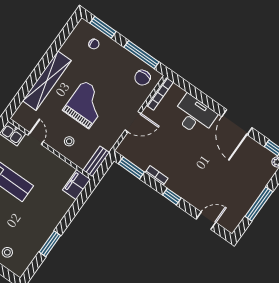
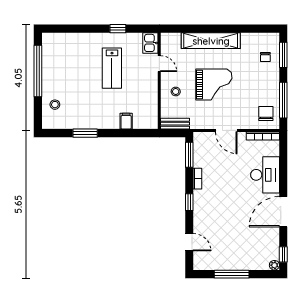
chair: (143, 78) -> (266, 114), turned 90
door: (36, 139) -> (159, 64), hinge flipped
filing cabinet: (76, 185) -> (126, 121), moved, width x0.50

